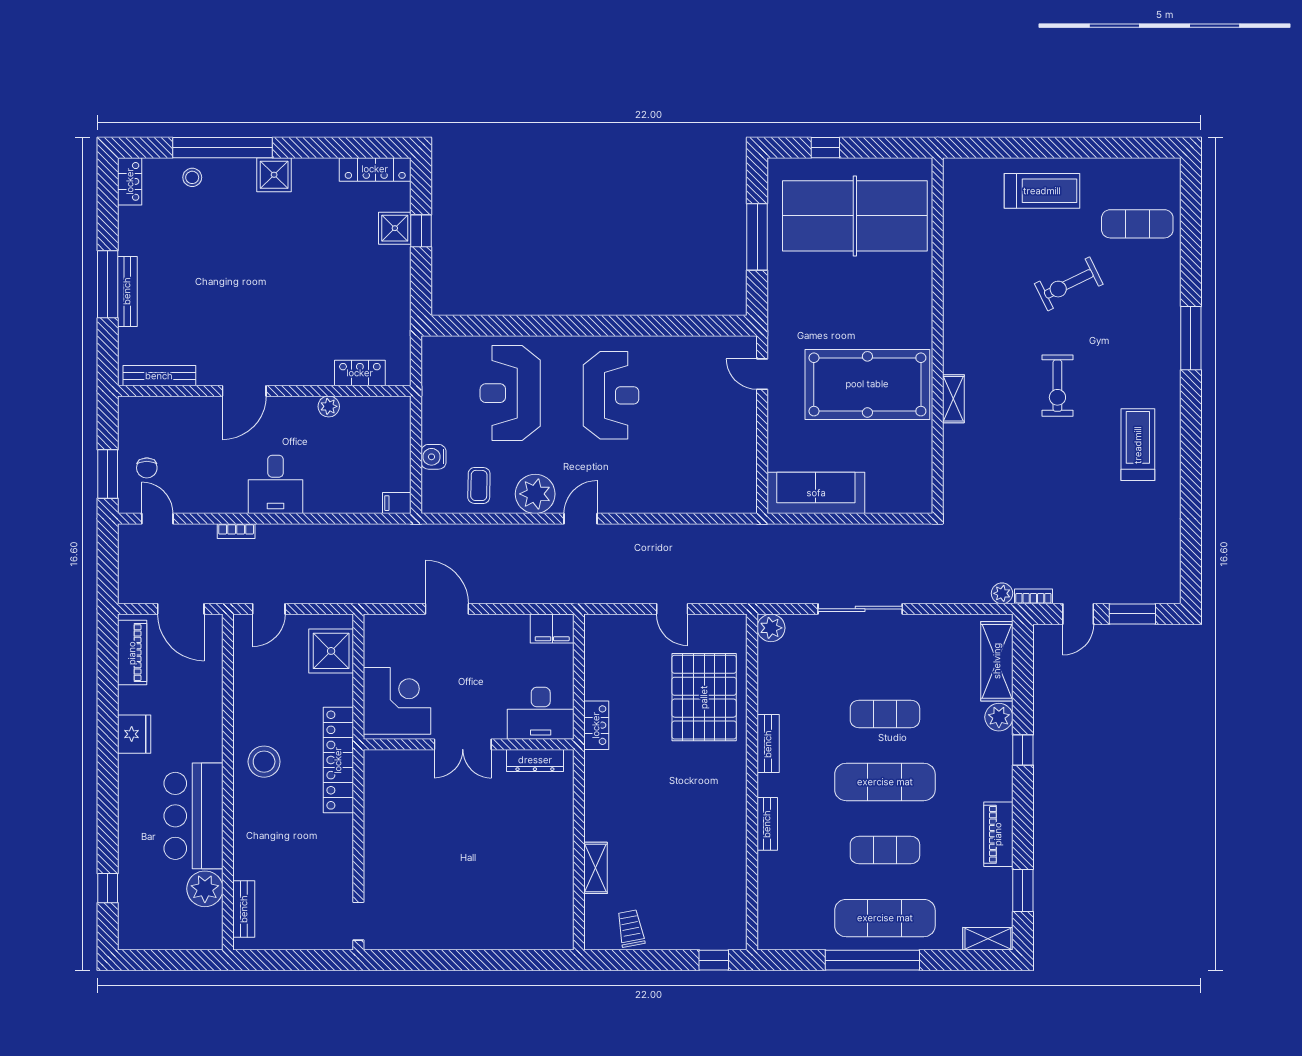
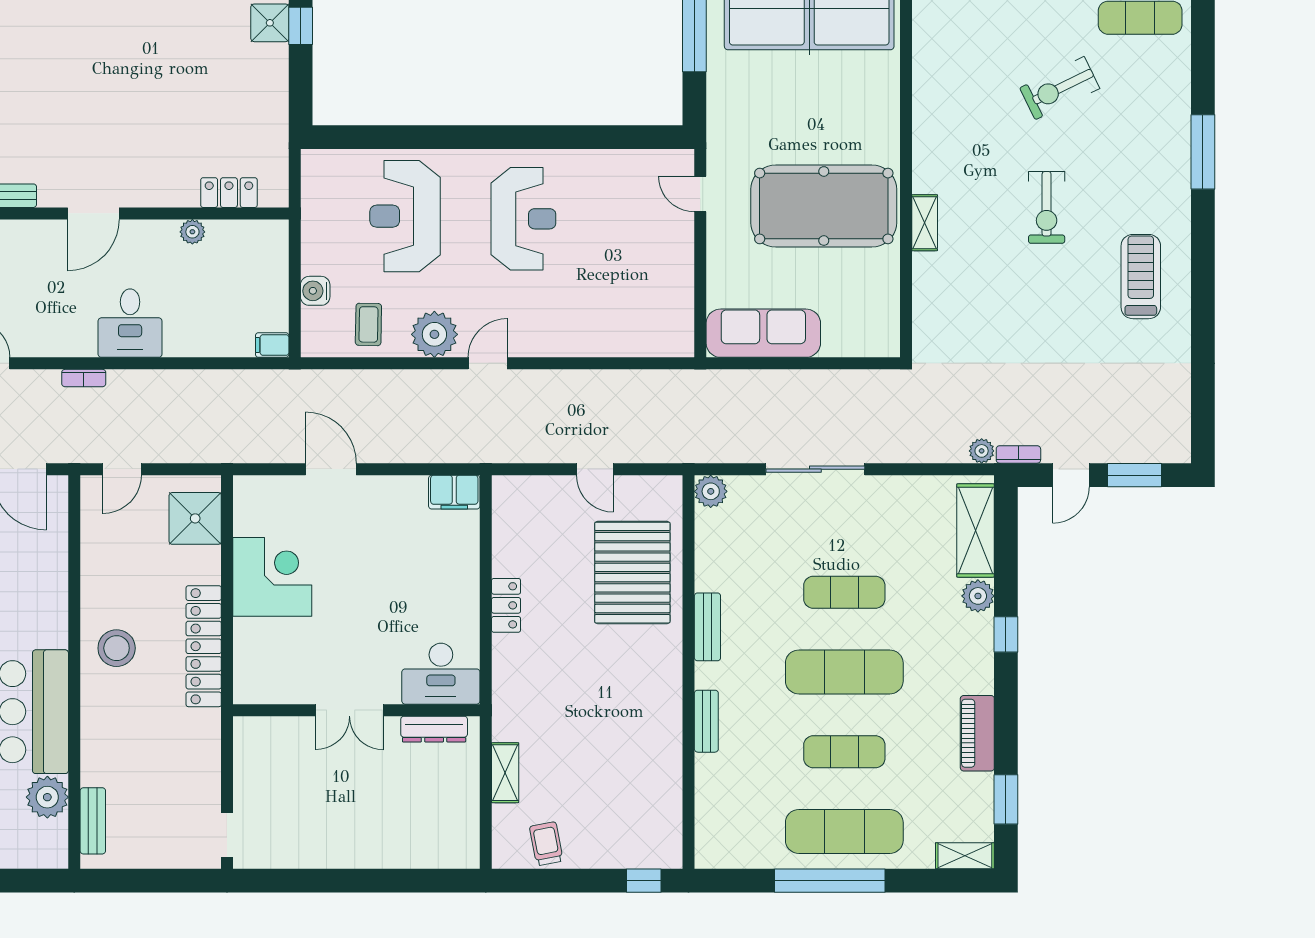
desk: (541, 713) -> (441, 674), moved
double door: (463, 744) -> (349, 710), moved
wall: (469, 744) -> (356, 710), moved
dresser: (535, 760) -> (434, 729), moved

